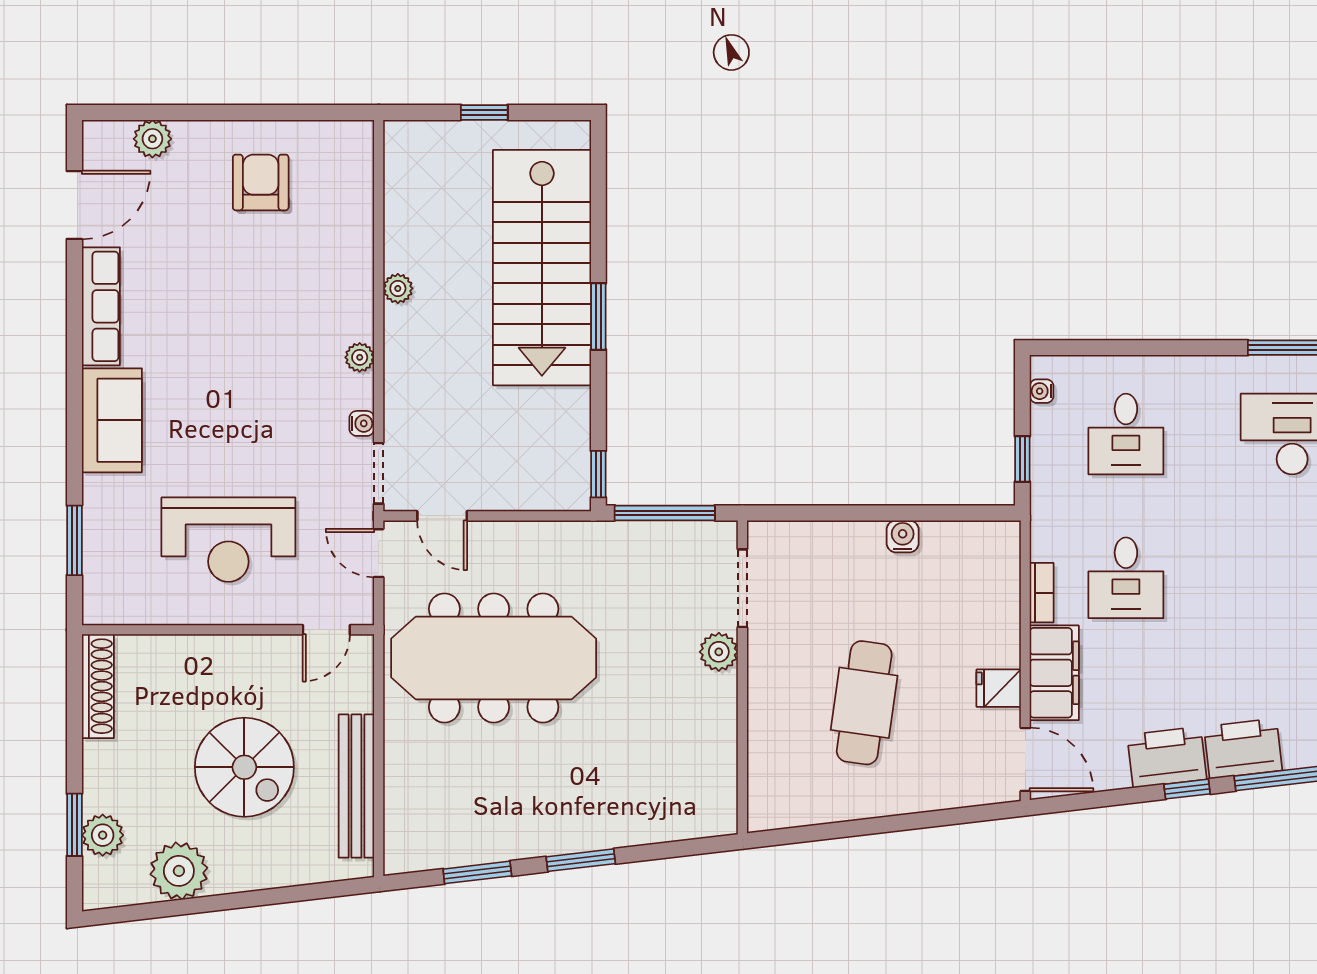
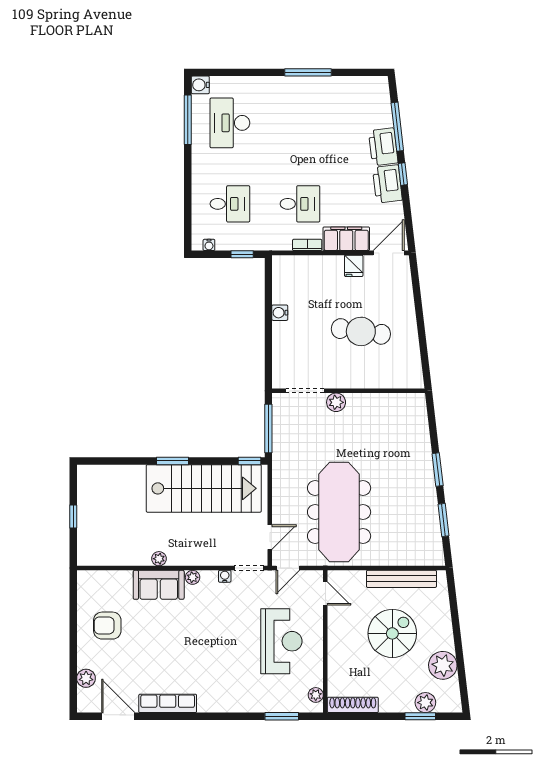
stairs: (542, 268) -> (204, 488), moved
sofa: (112, 420) -> (159, 585), moved, turned 180
plant: (118, 610) -> (316, 695), added

